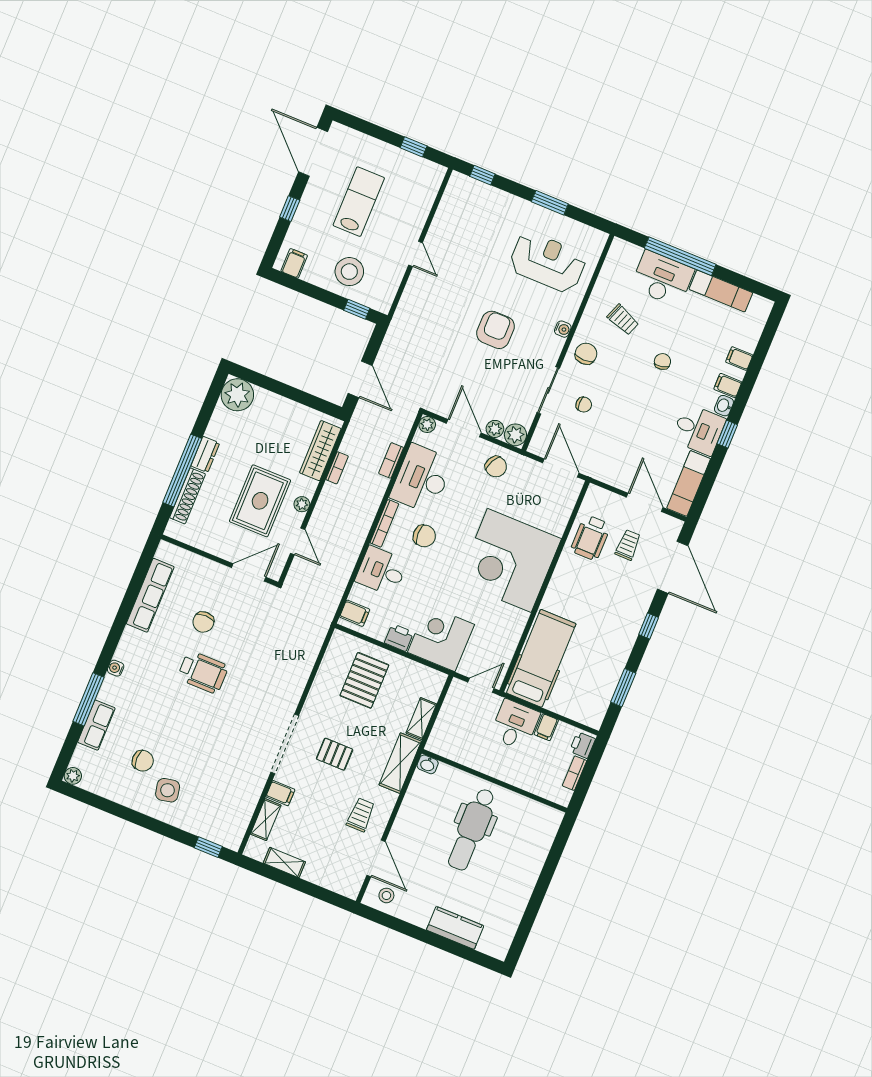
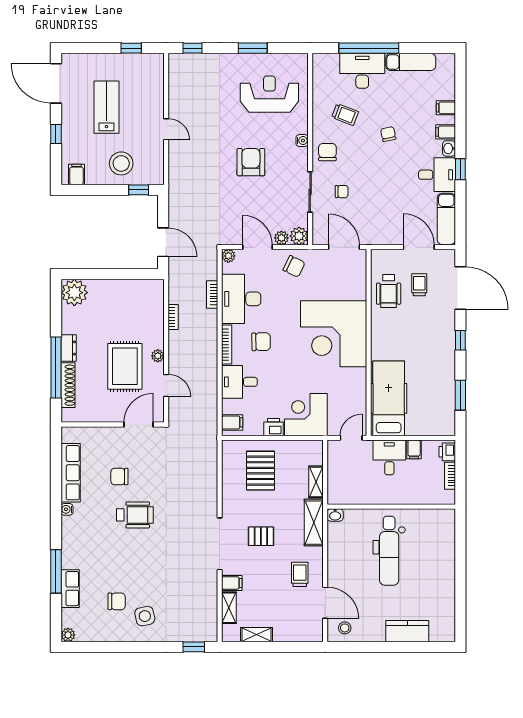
wardrobe: (320, 451) -> (155, 309), removed
chair: (203, 622) -> (119, 477), turned 90
water cooler: (116, 668) -> (67, 509), moved

